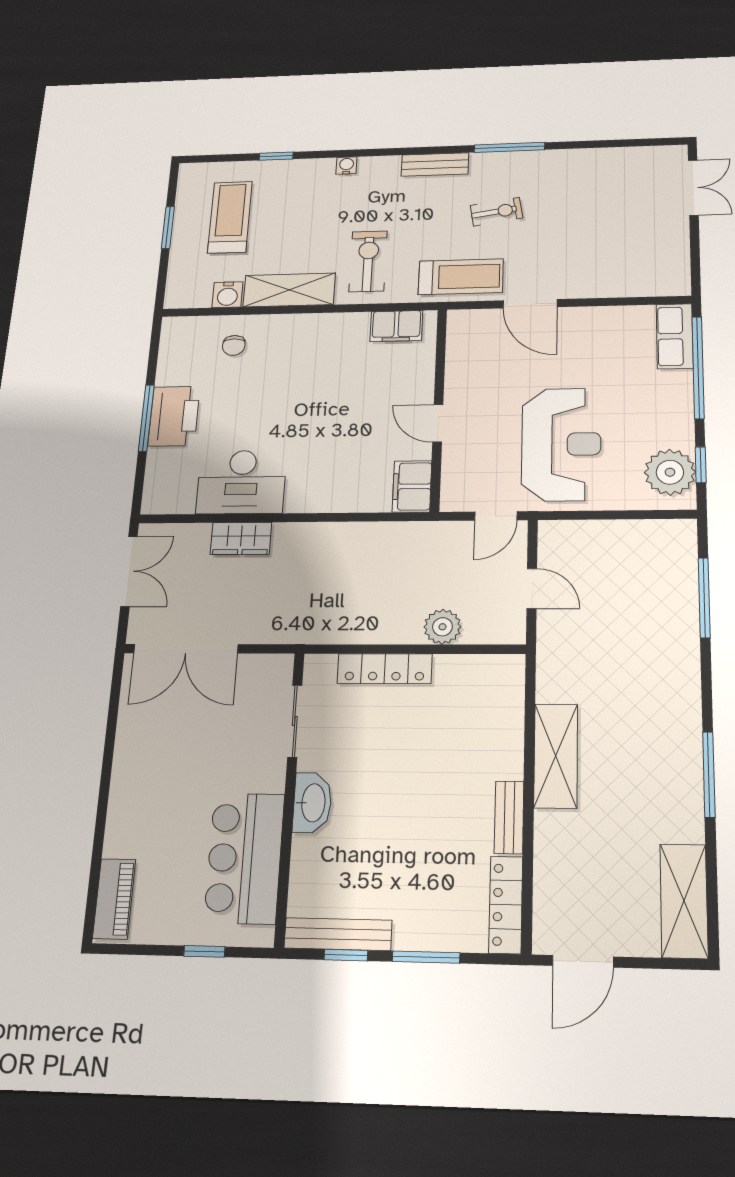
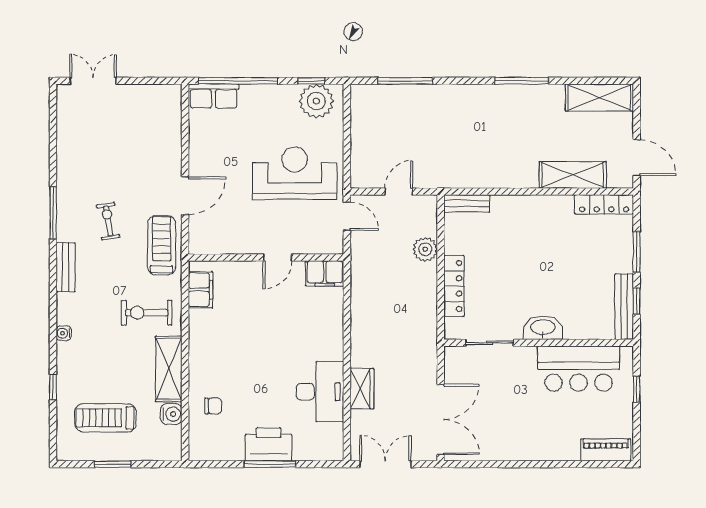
shelving: (556, 756) -> (573, 175), moved
bench: (509, 817) -> (467, 203), moved

